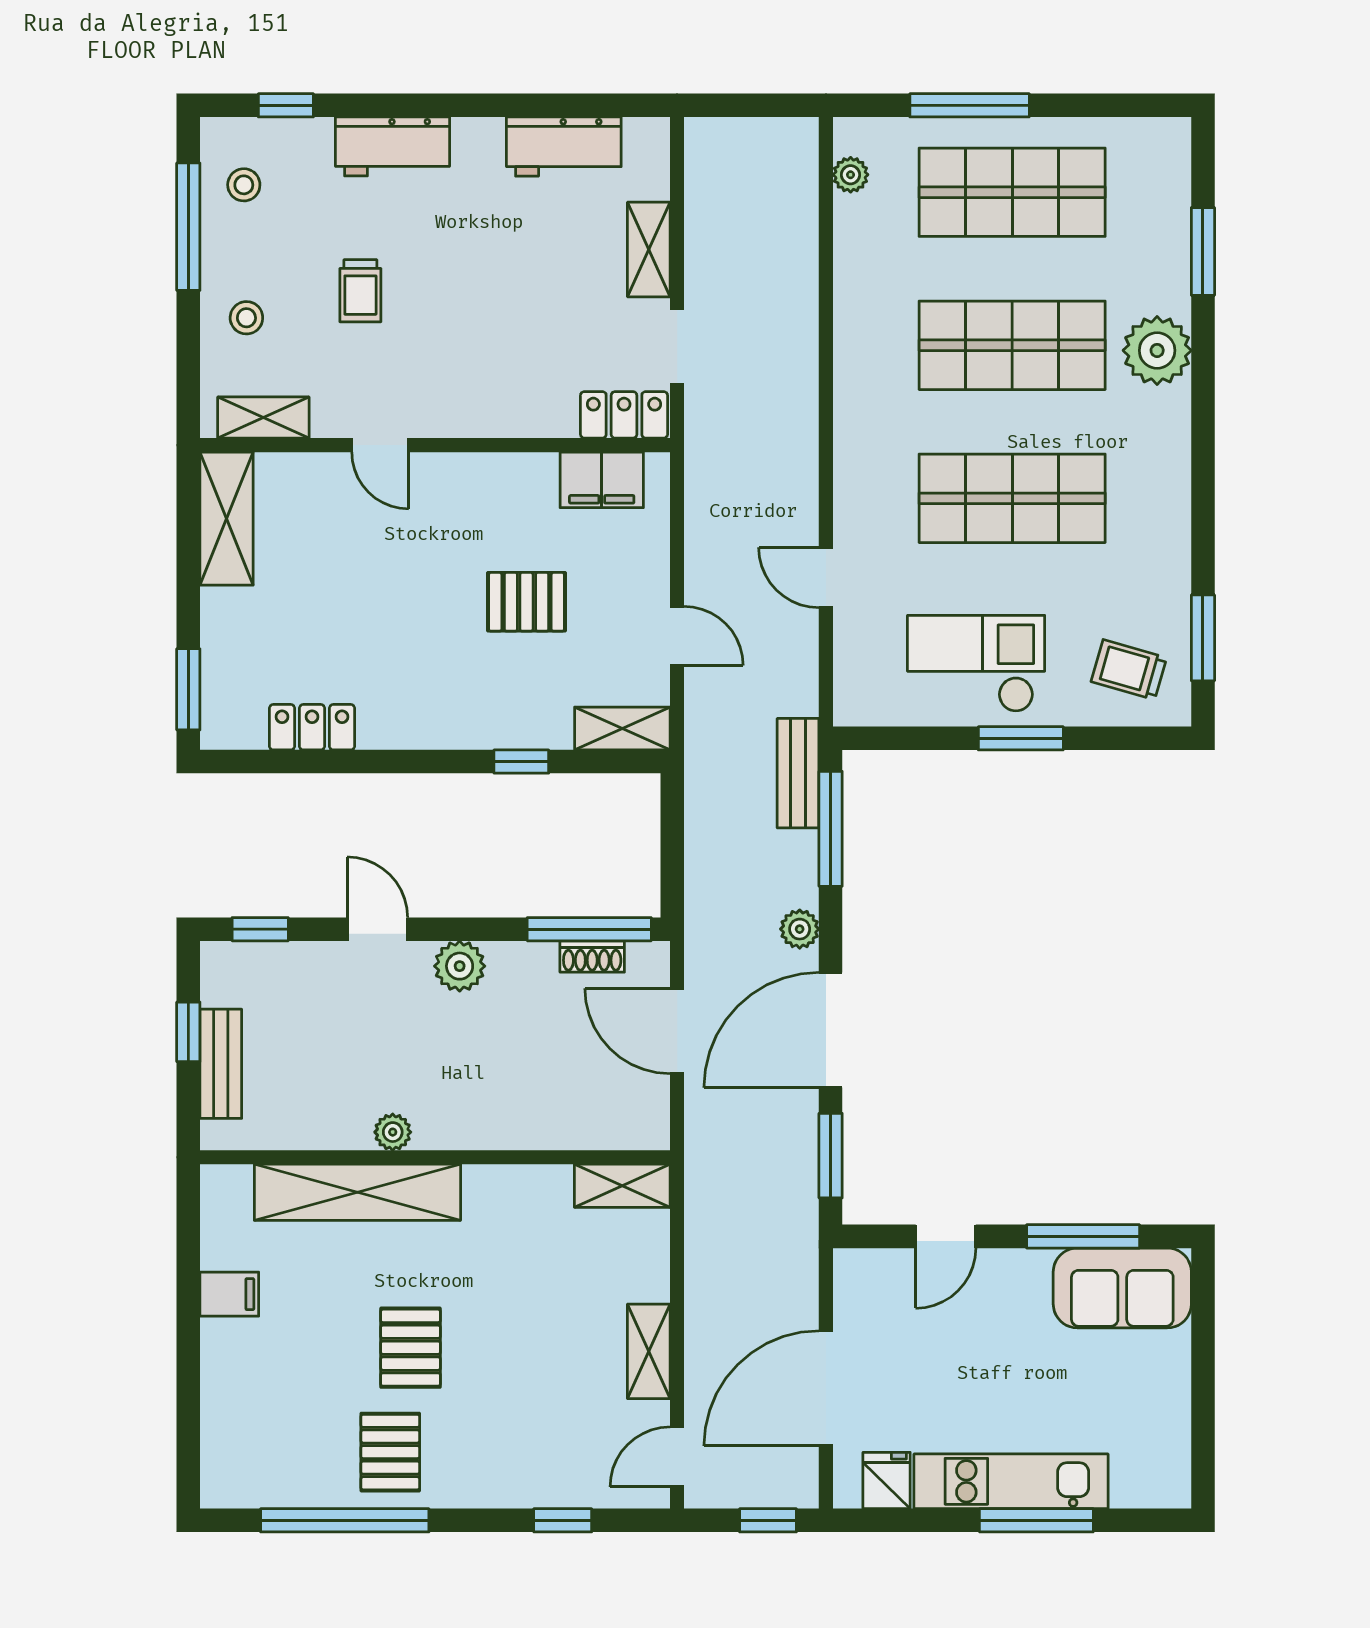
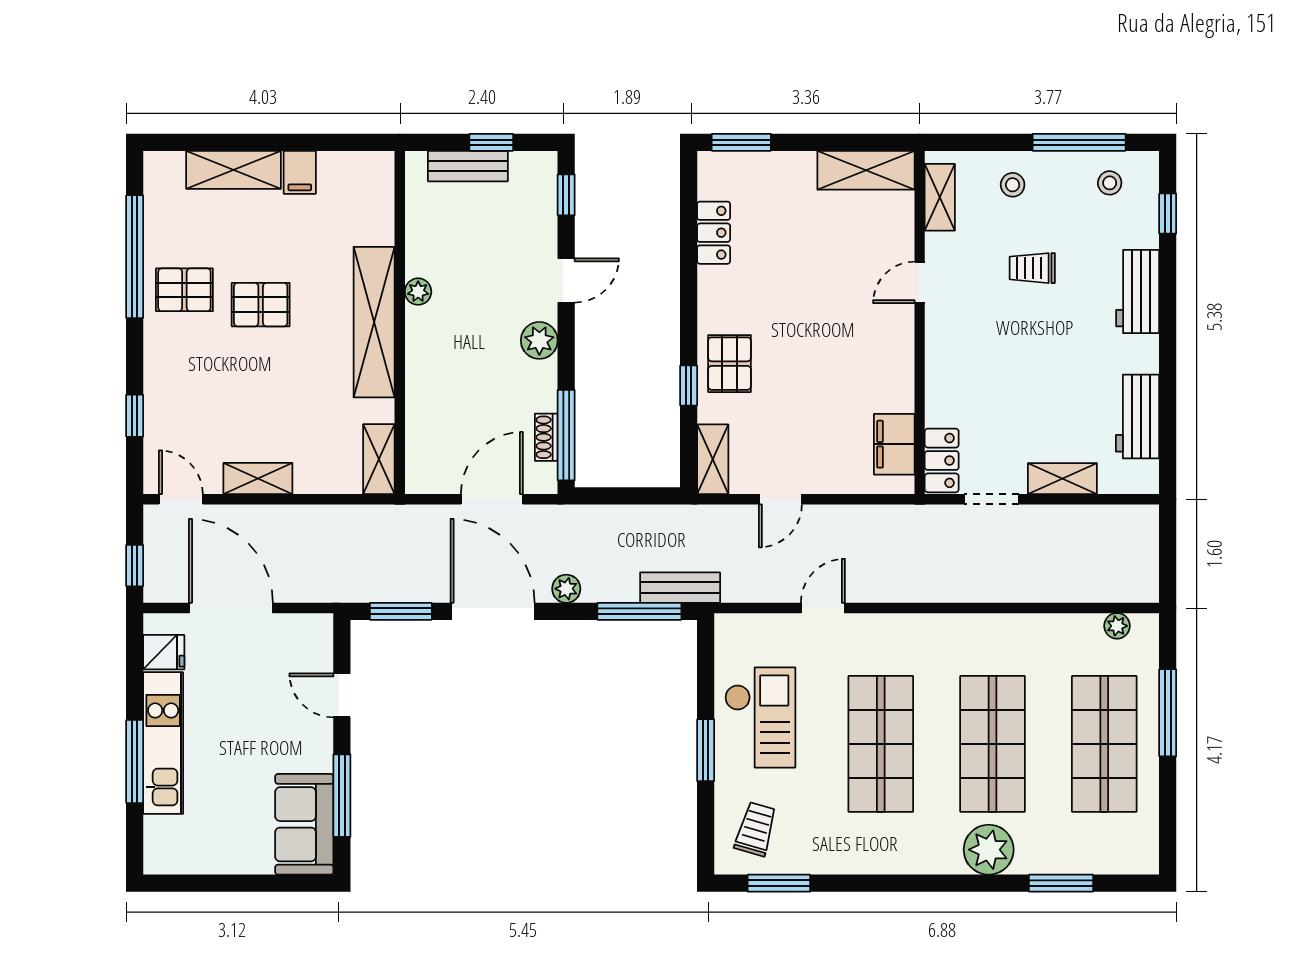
pallet: (526, 602) -> (729, 364), moved
shelving: (357, 1192) -> (374, 322), moved
shelving: (226, 1385) -> (233, 170), added

